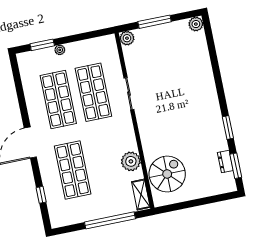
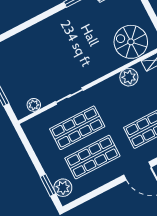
plant: (127, 38) -> (34, 105), moved
plant: (60, 50) -> (63, 188), moved, width x1.87, depth x1.87

